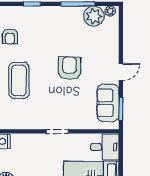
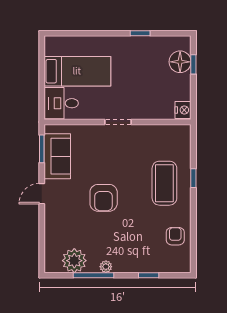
plant: (110, 11) -> (106, 267), moved

